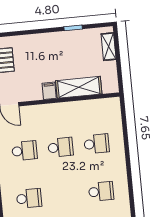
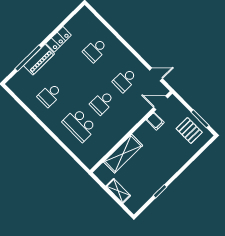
shelving: (109, 47) -> (118, 191), moved
filing cabinet: (49, 91) -> (155, 121), moved
school desk: (97, 144) -> (79, 125), width x1.85

